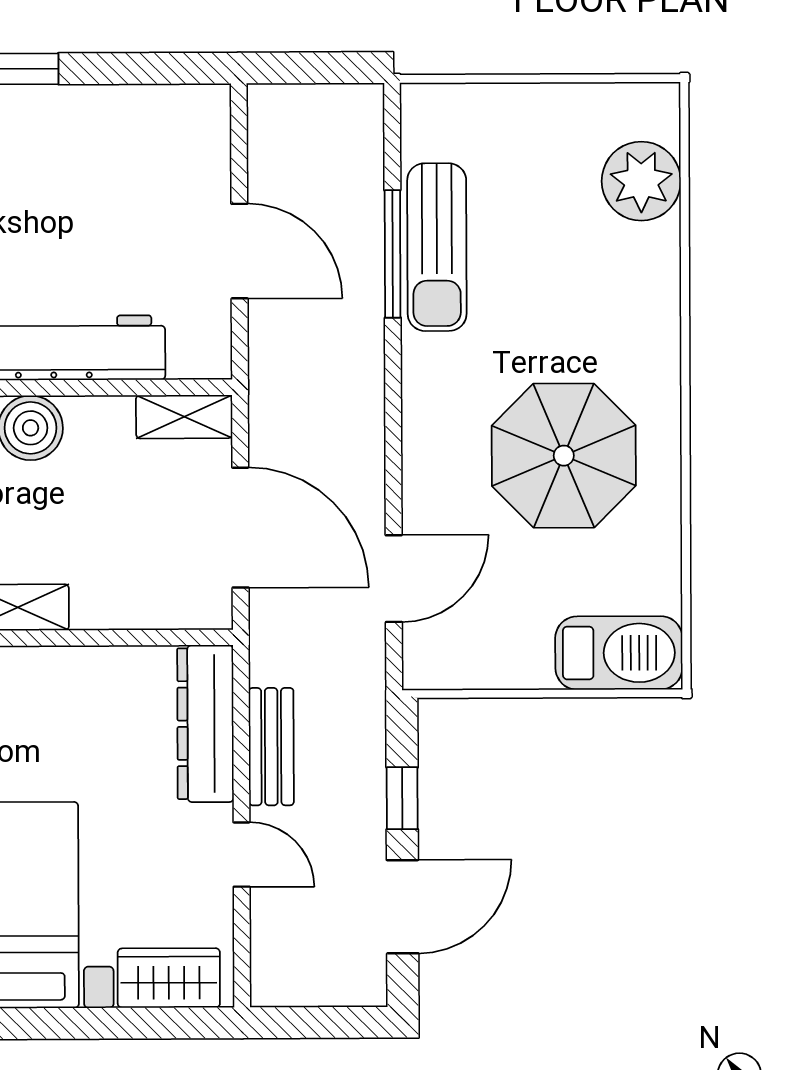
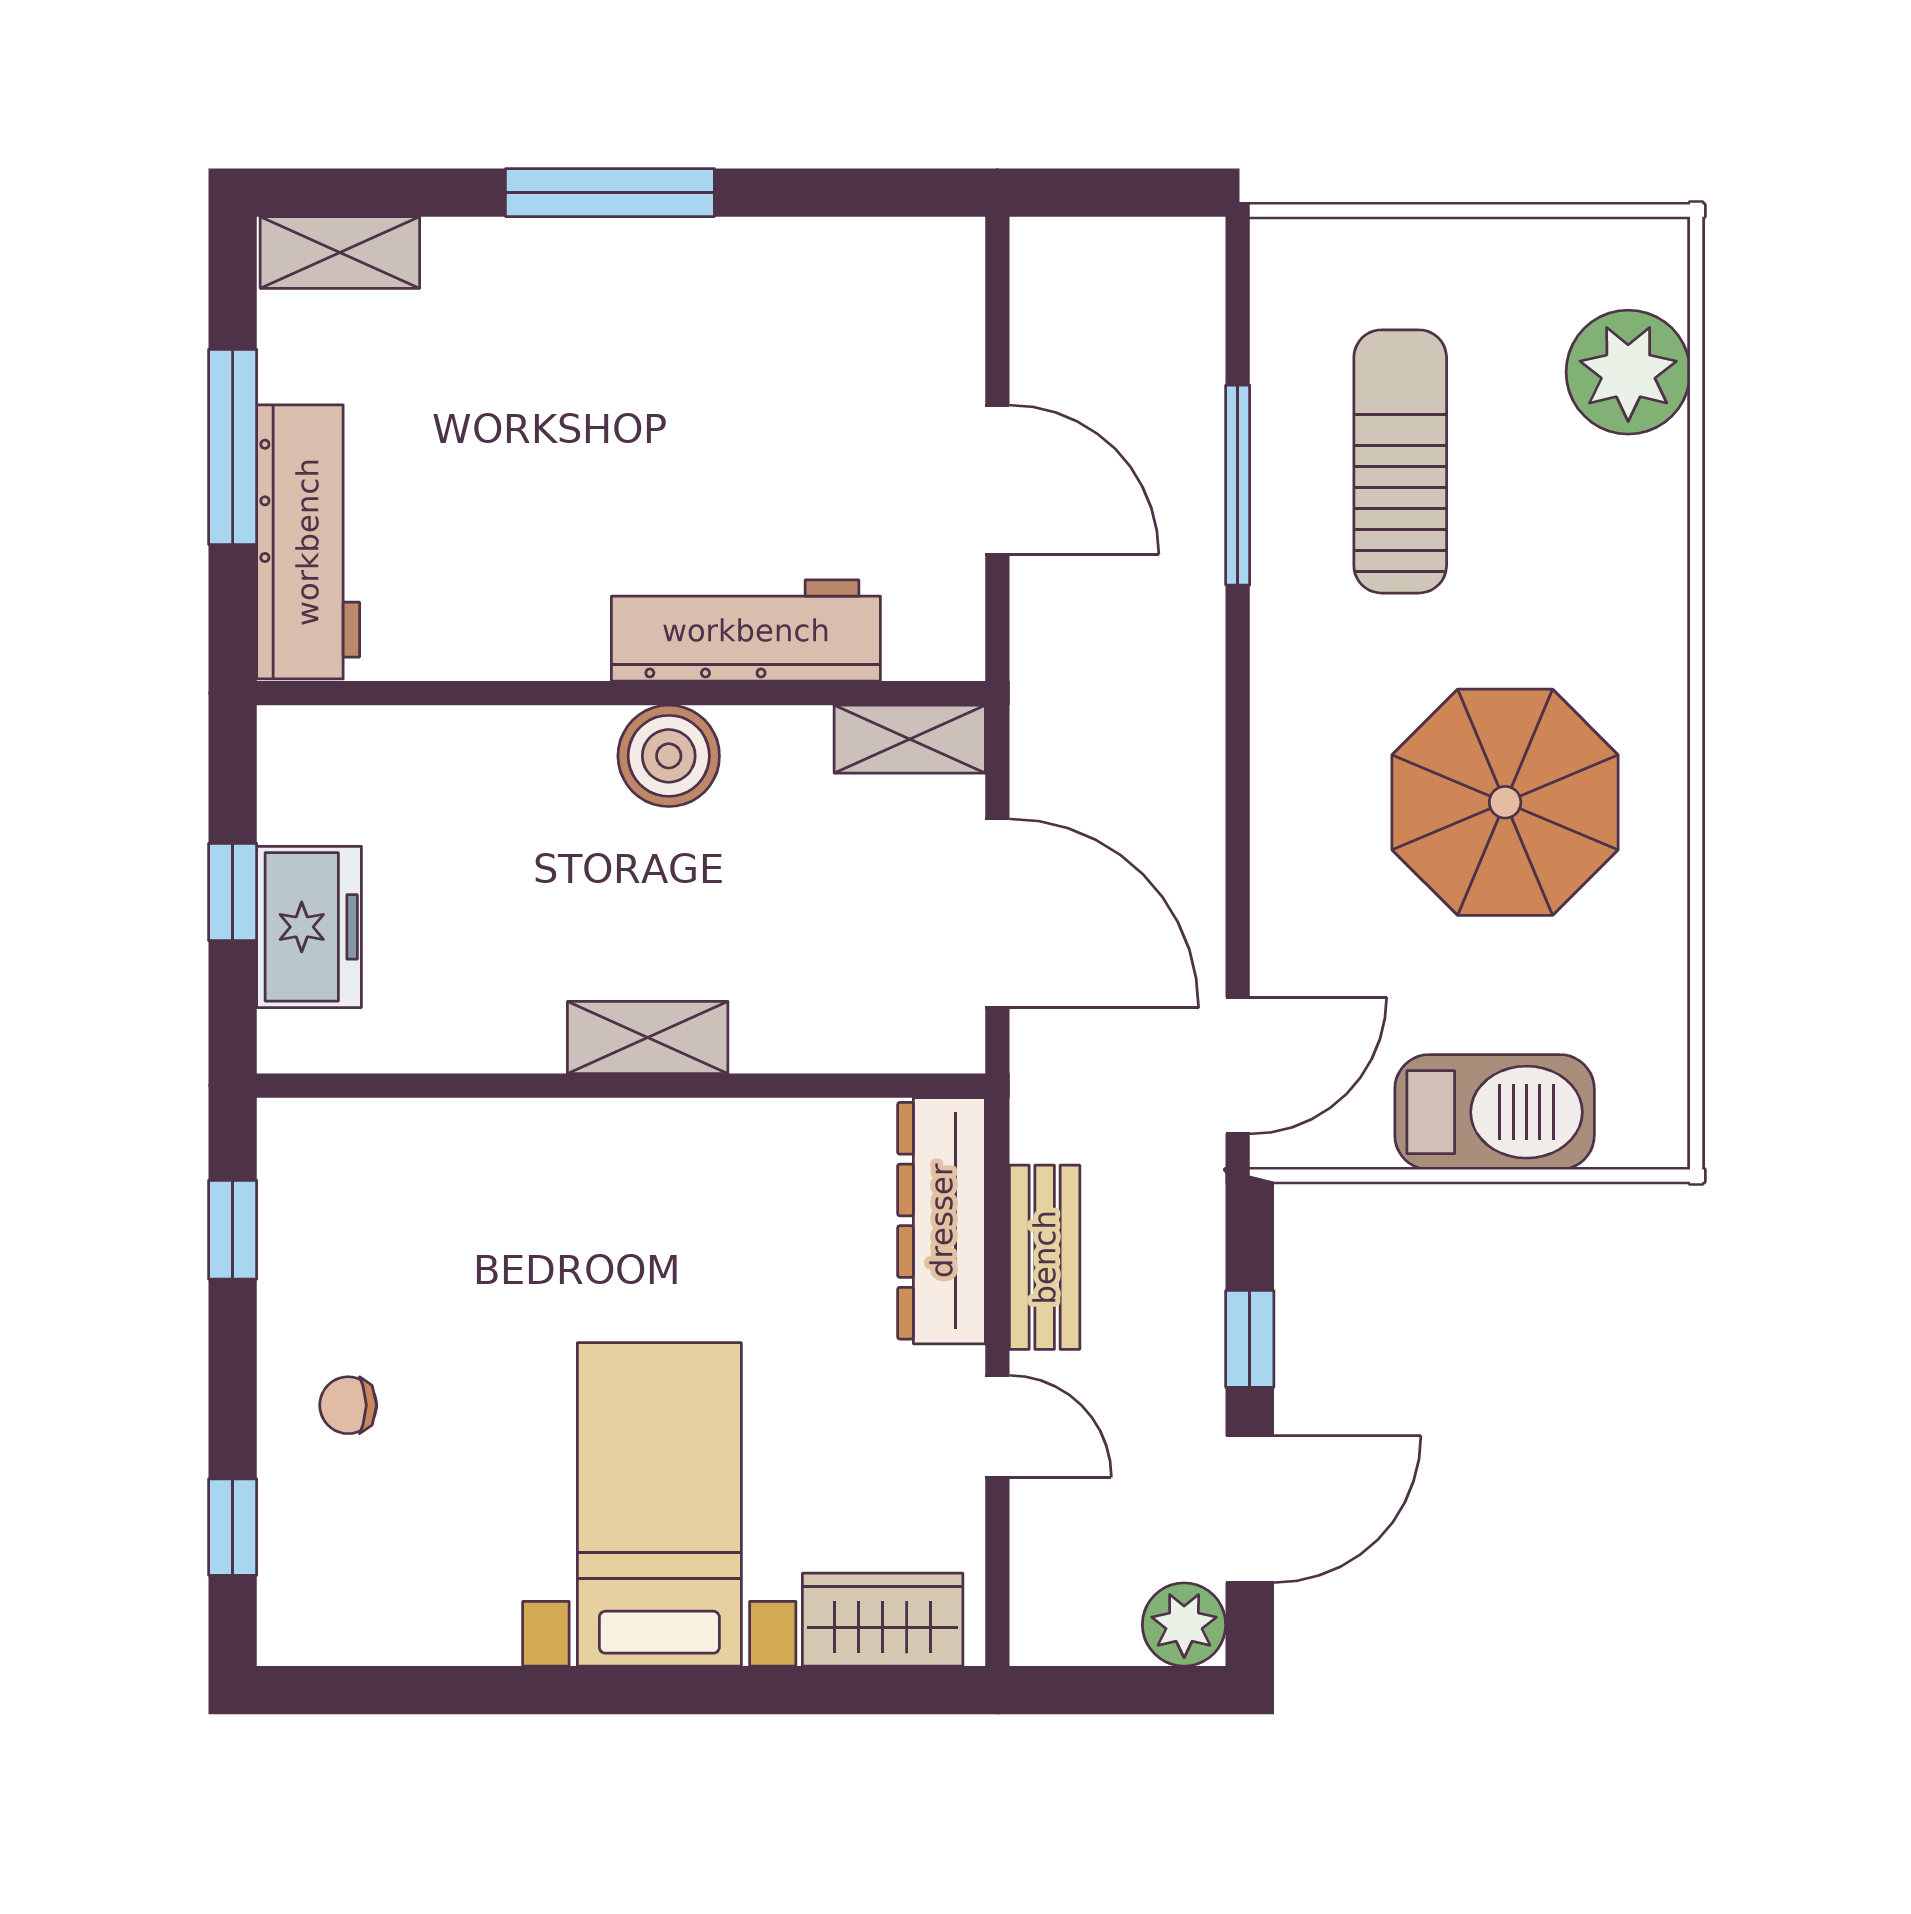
sun lounger: (437, 247) -> (1400, 461), moved, turned 180
door: (394, 579) -> (1238, 1066), moved
barbecue: (619, 653) -> (1495, 1112), moved
plant: (361, 980) -> (1184, 1625), added

